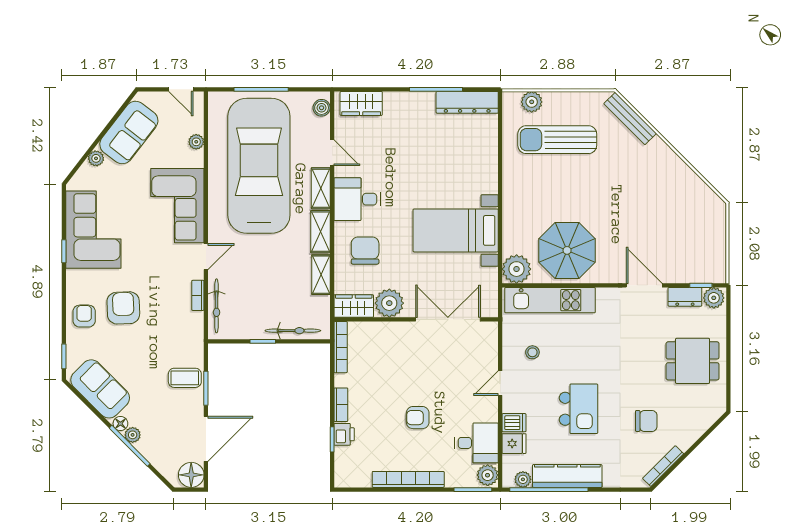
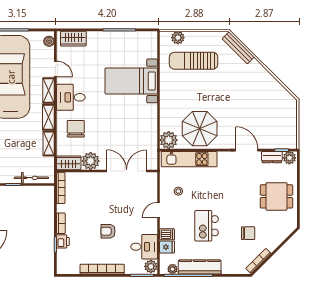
dresser: (467, 102) -> (138, 38), removed
bed with nightstands: (456, 230) -> (131, 81), moved
kitchen island: (578, 409) -> (207, 226), turned 180

